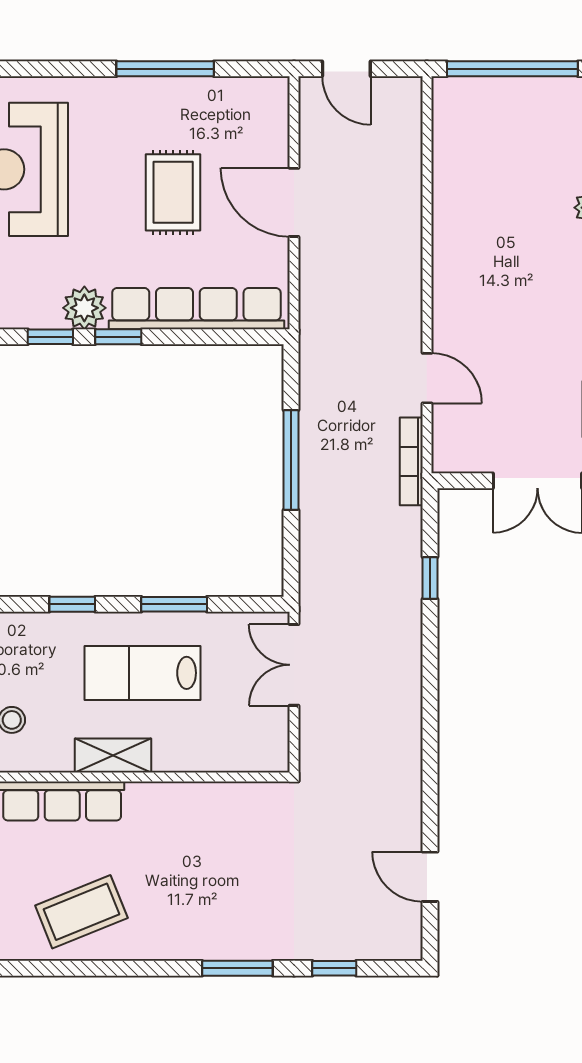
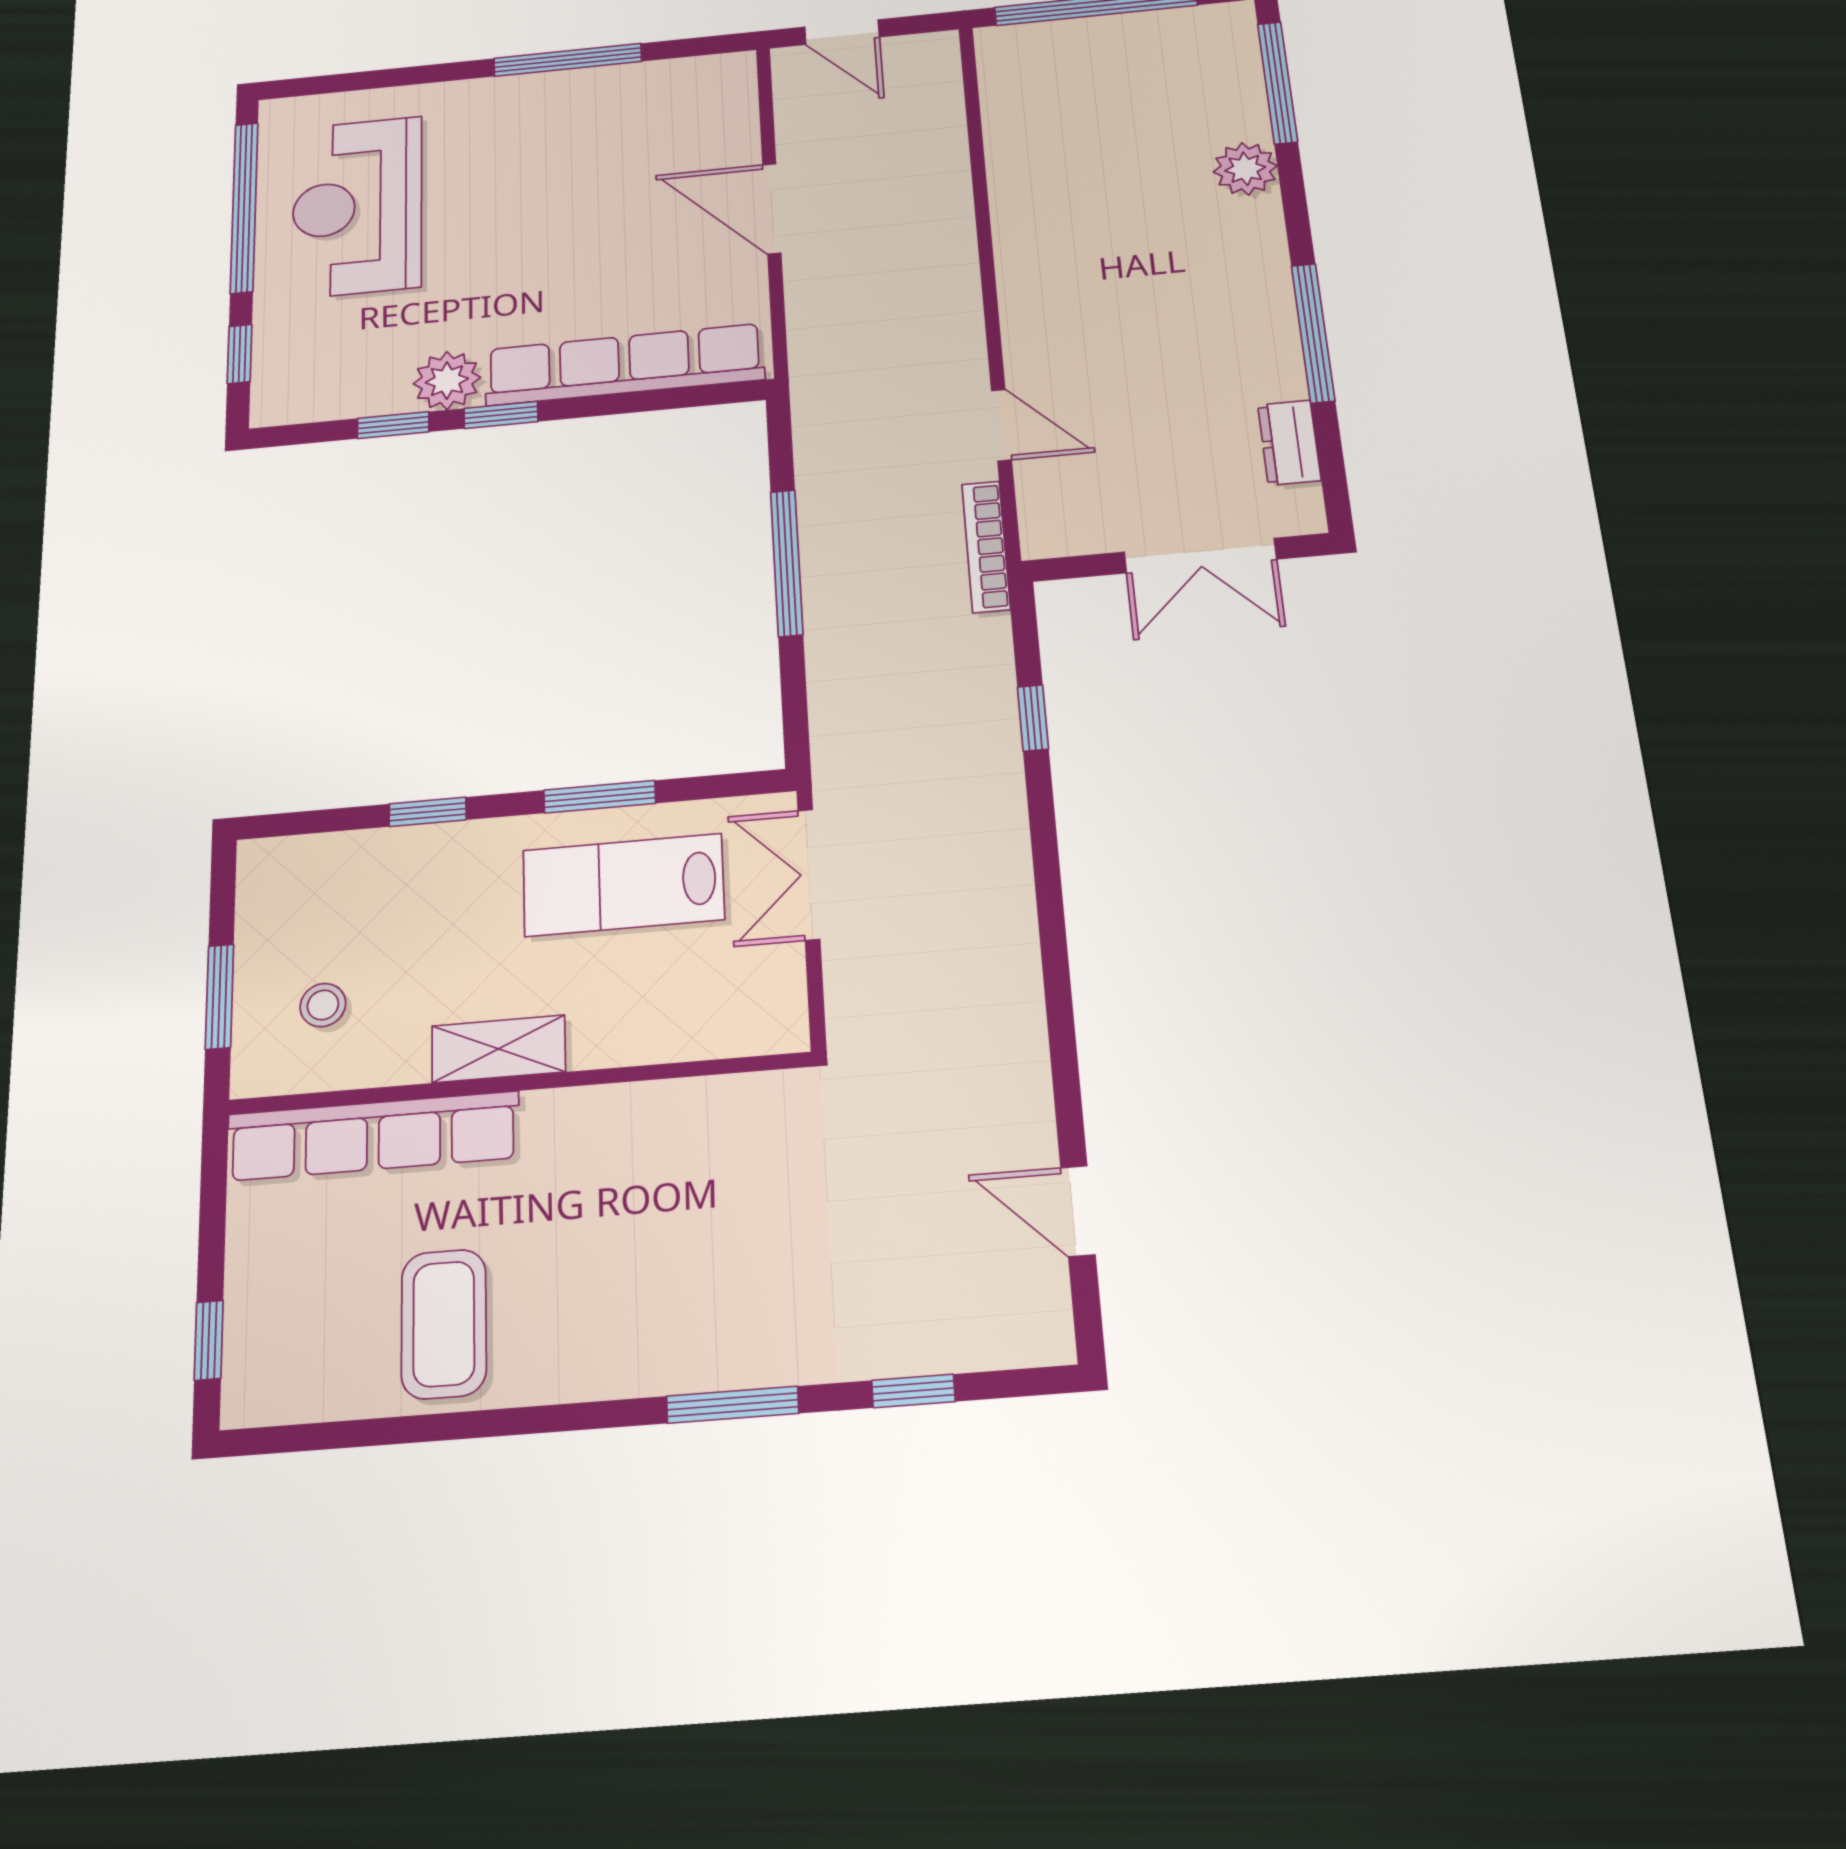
rug: (173, 192) -> (583, 214), removed
lab bench: (143, 673) -> (623, 885), moved
coffee table: (81, 912) -> (444, 1324), turned -68

